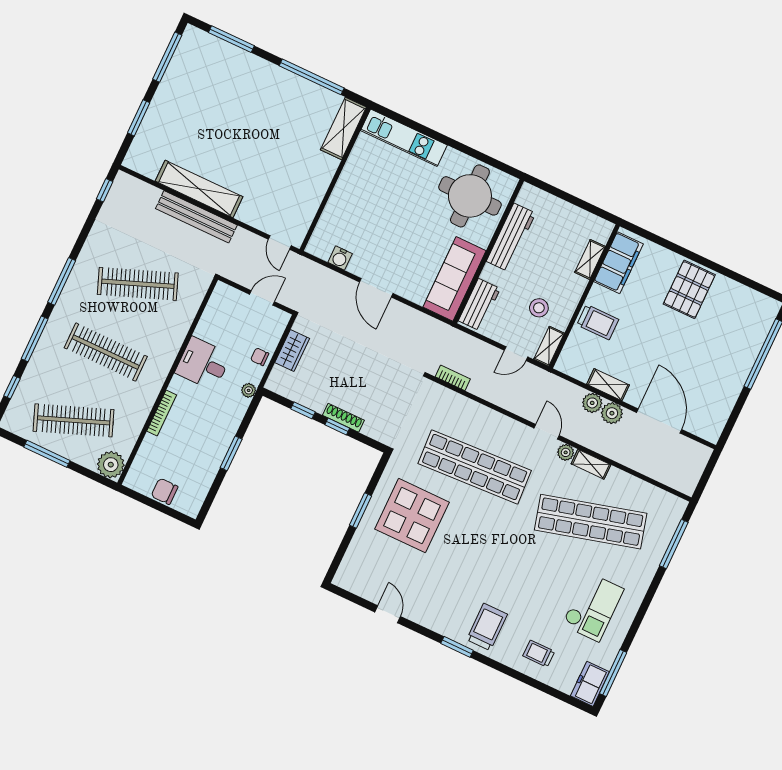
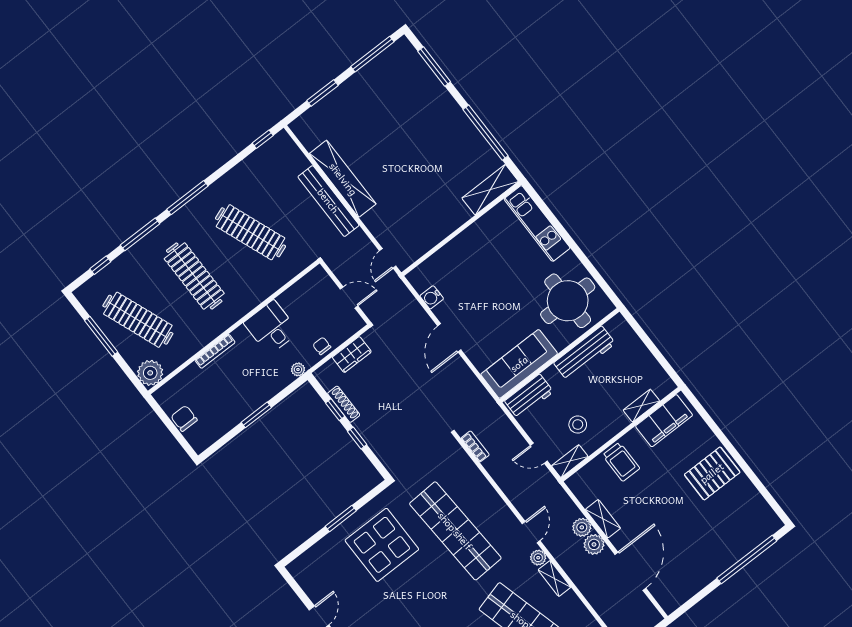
shoe rack: (343, 418) -> (344, 404), moved

